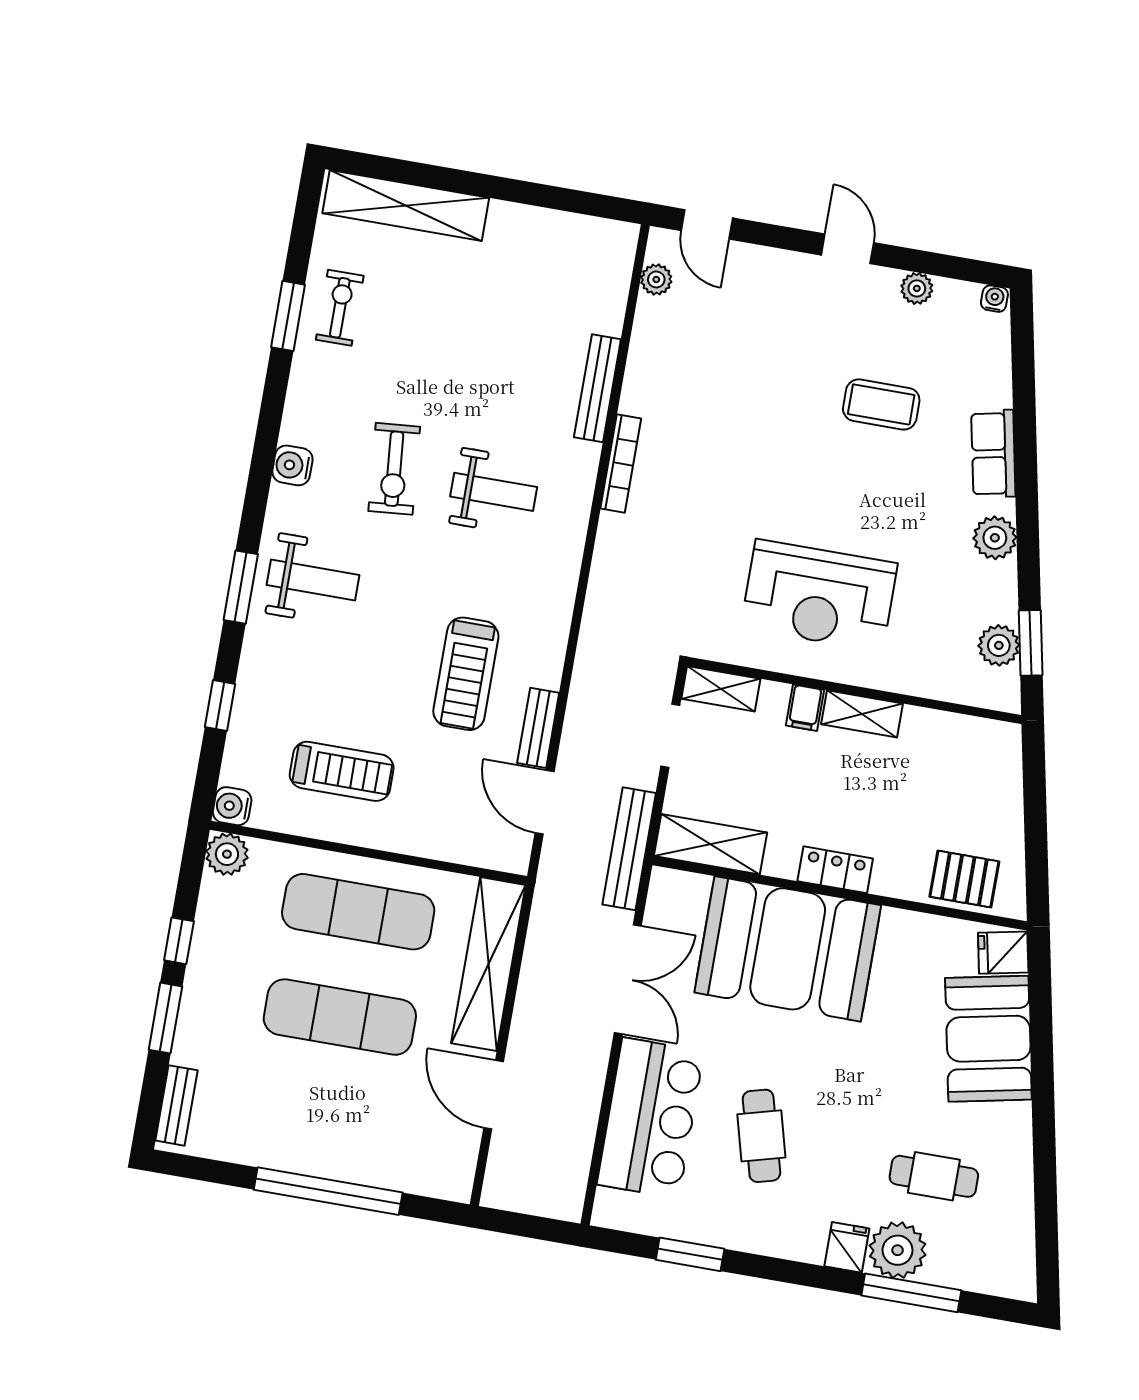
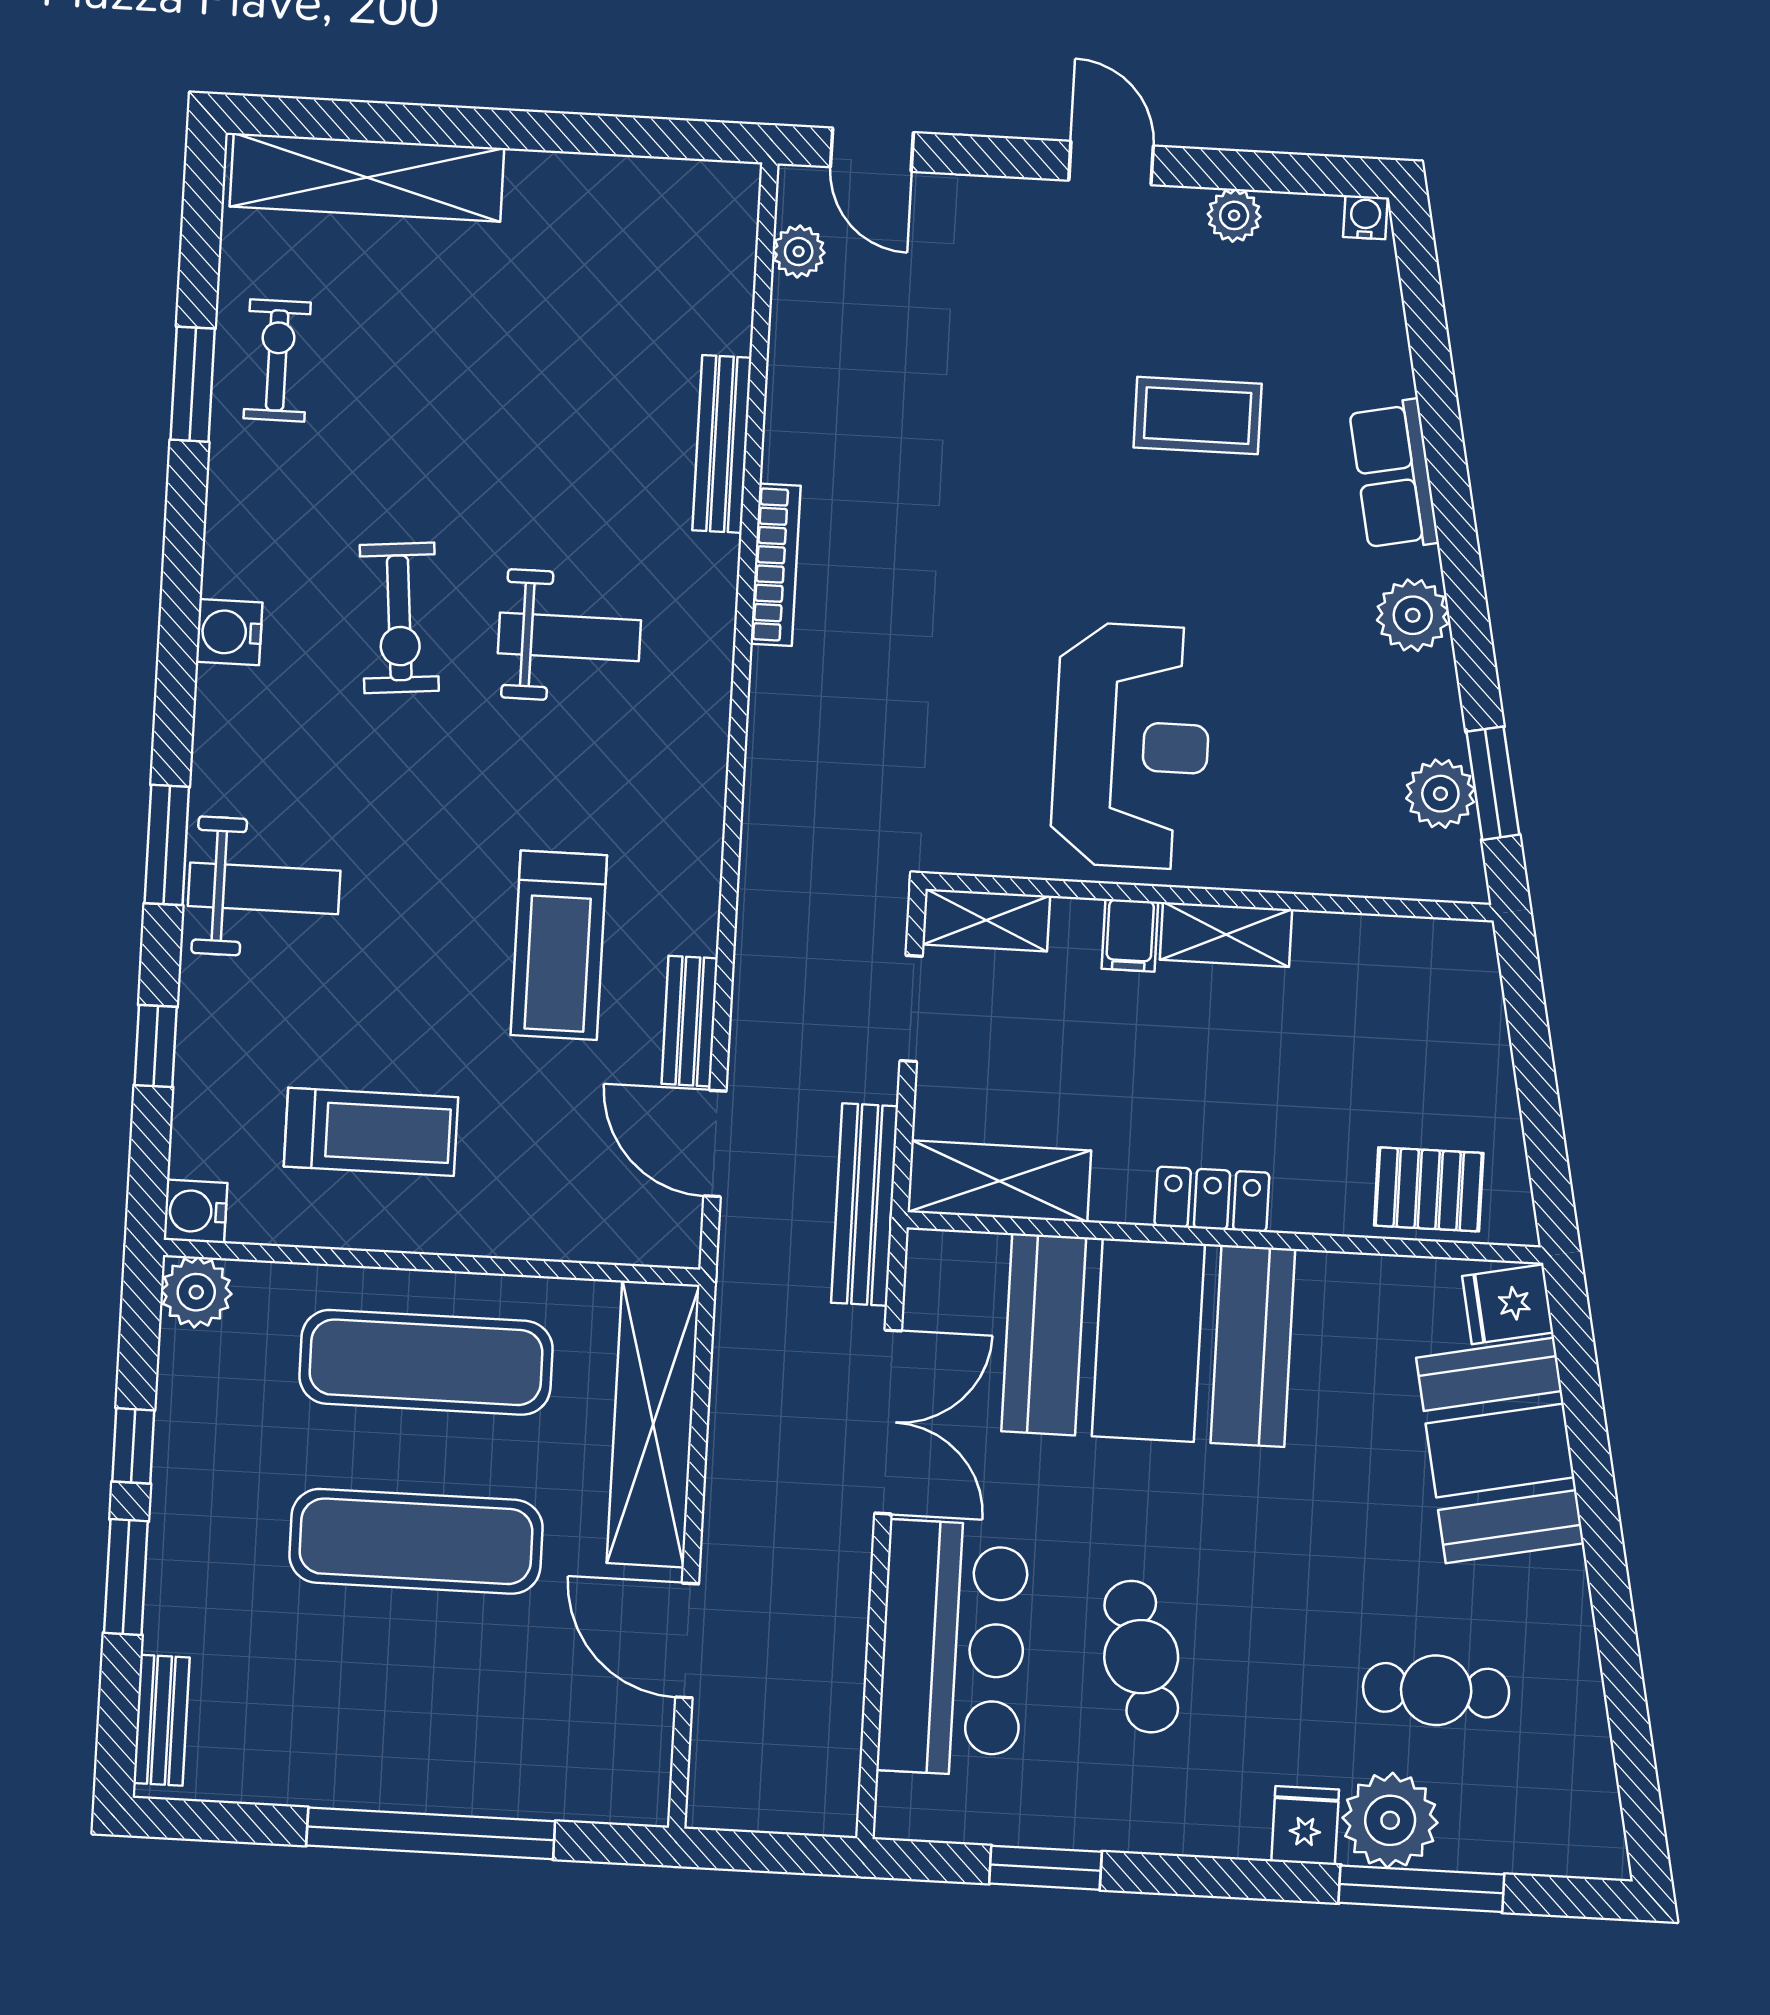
weight bench: (313, 580) -> (264, 888), moved
reception desk: (819, 595) -> (1131, 746), turned -90

